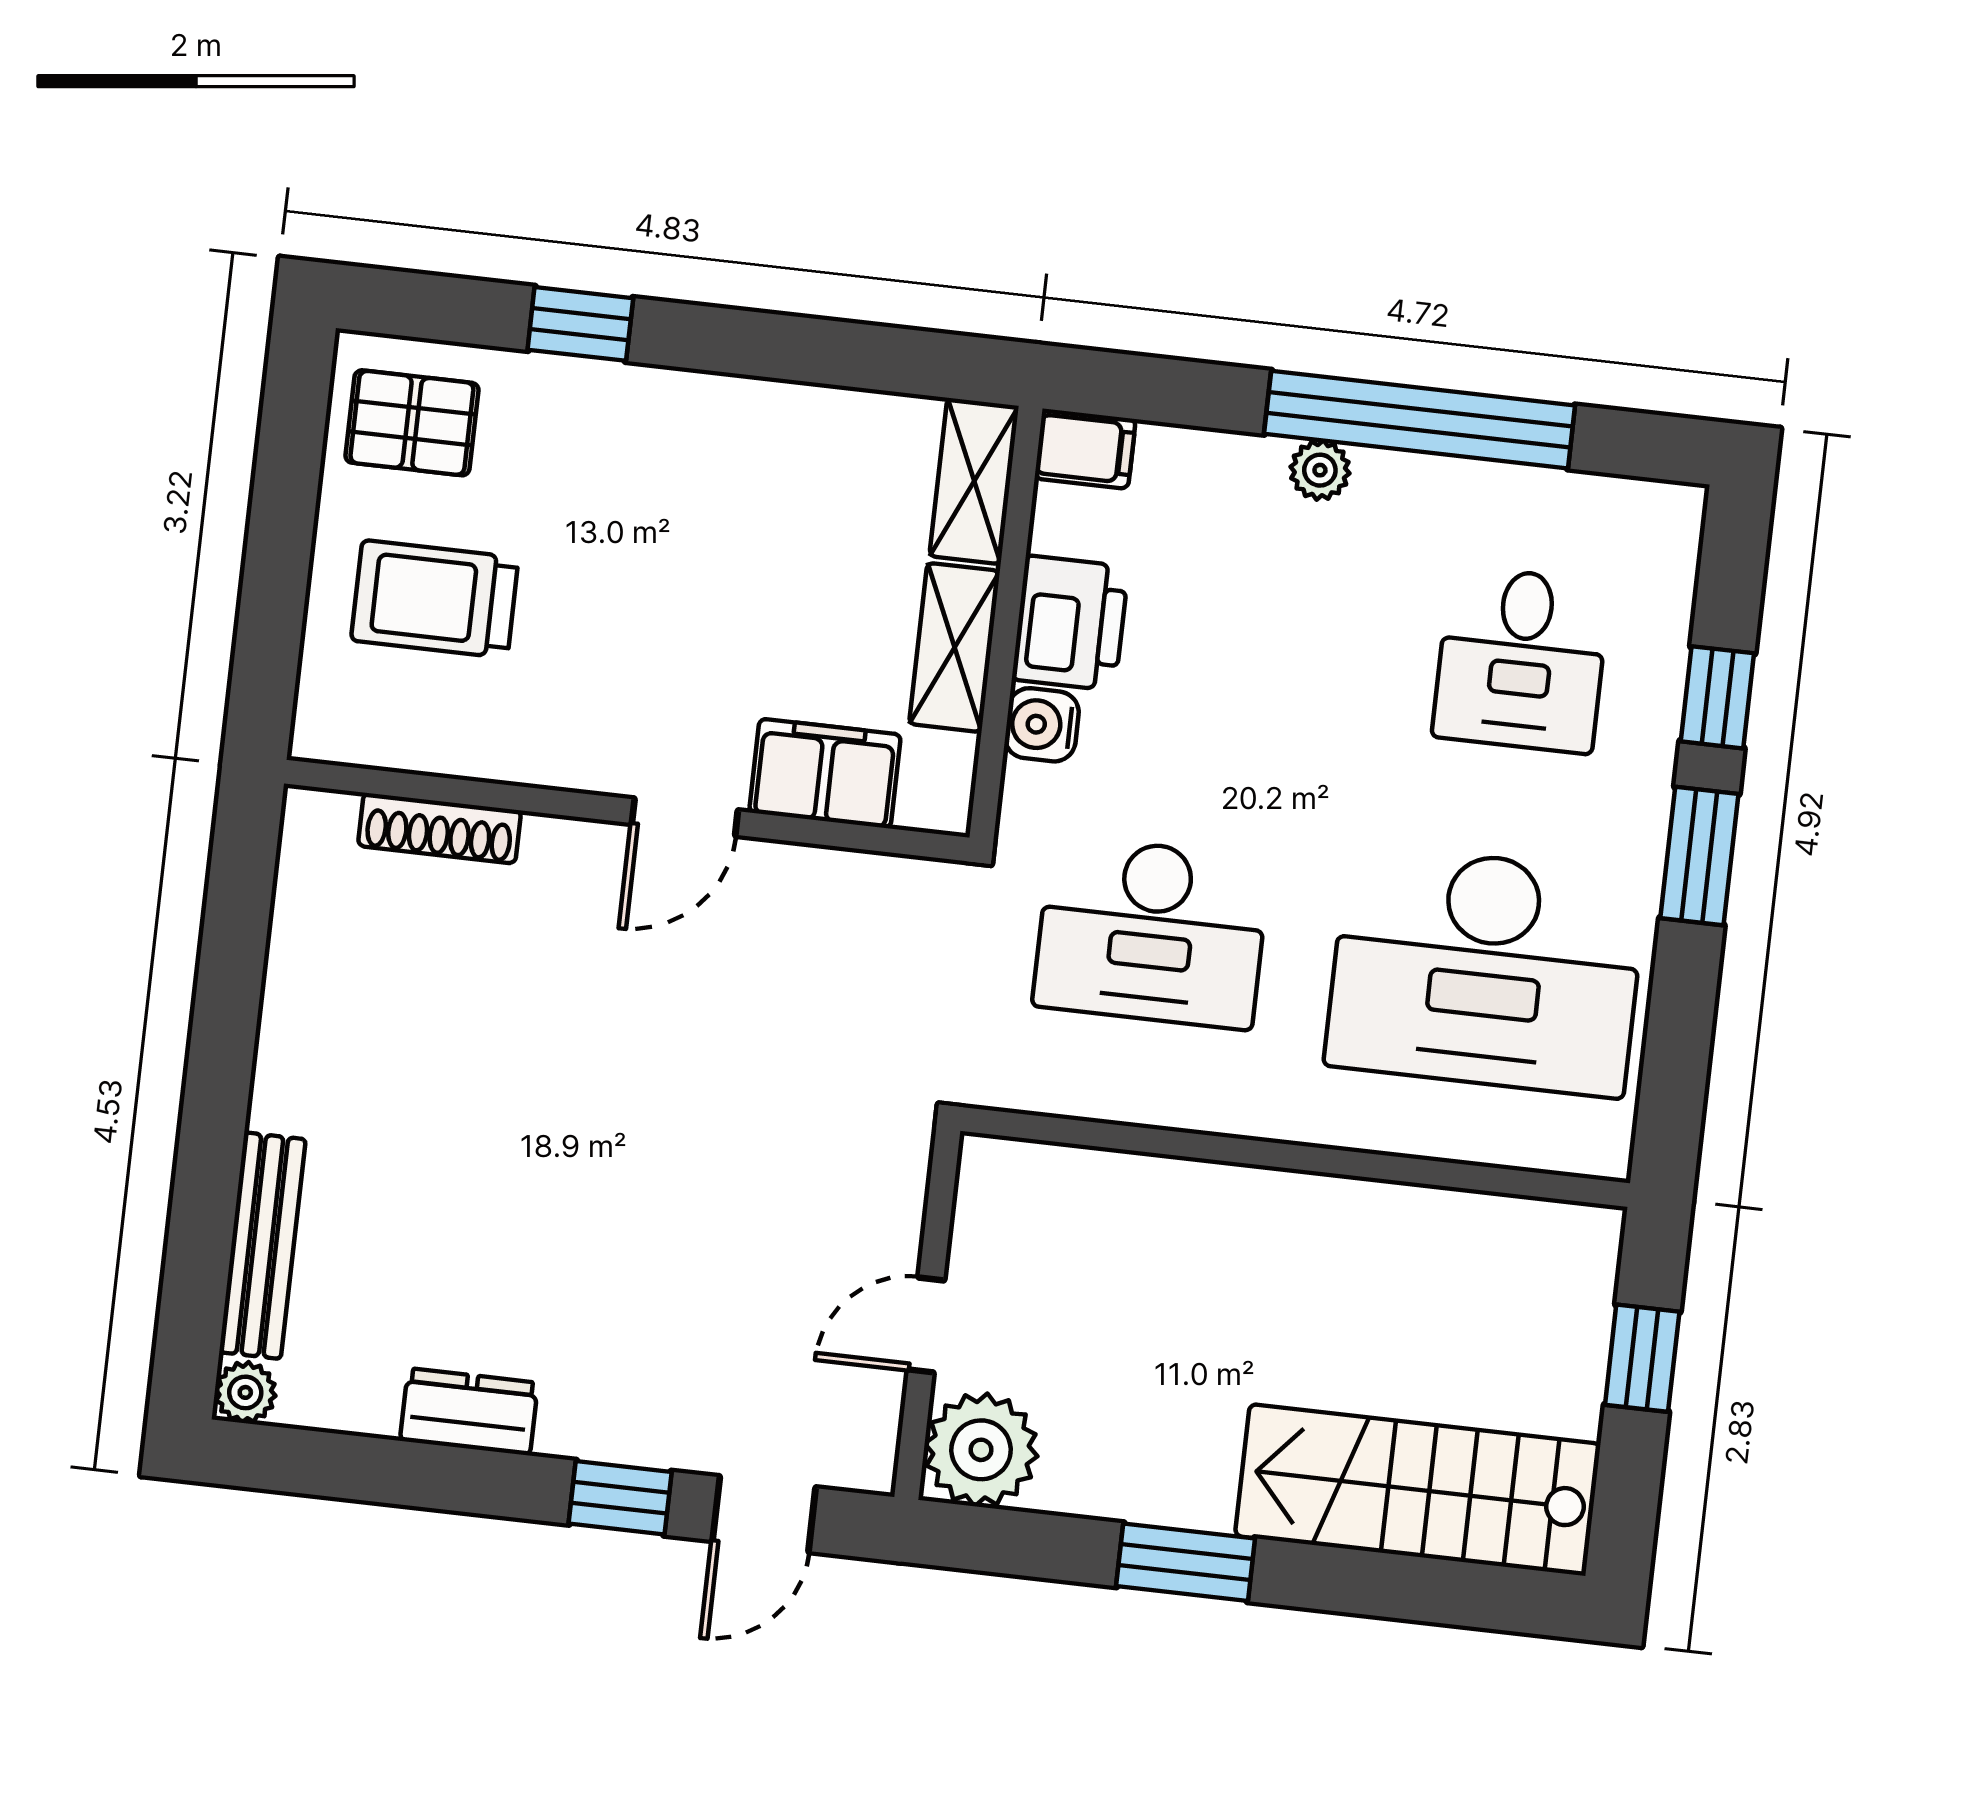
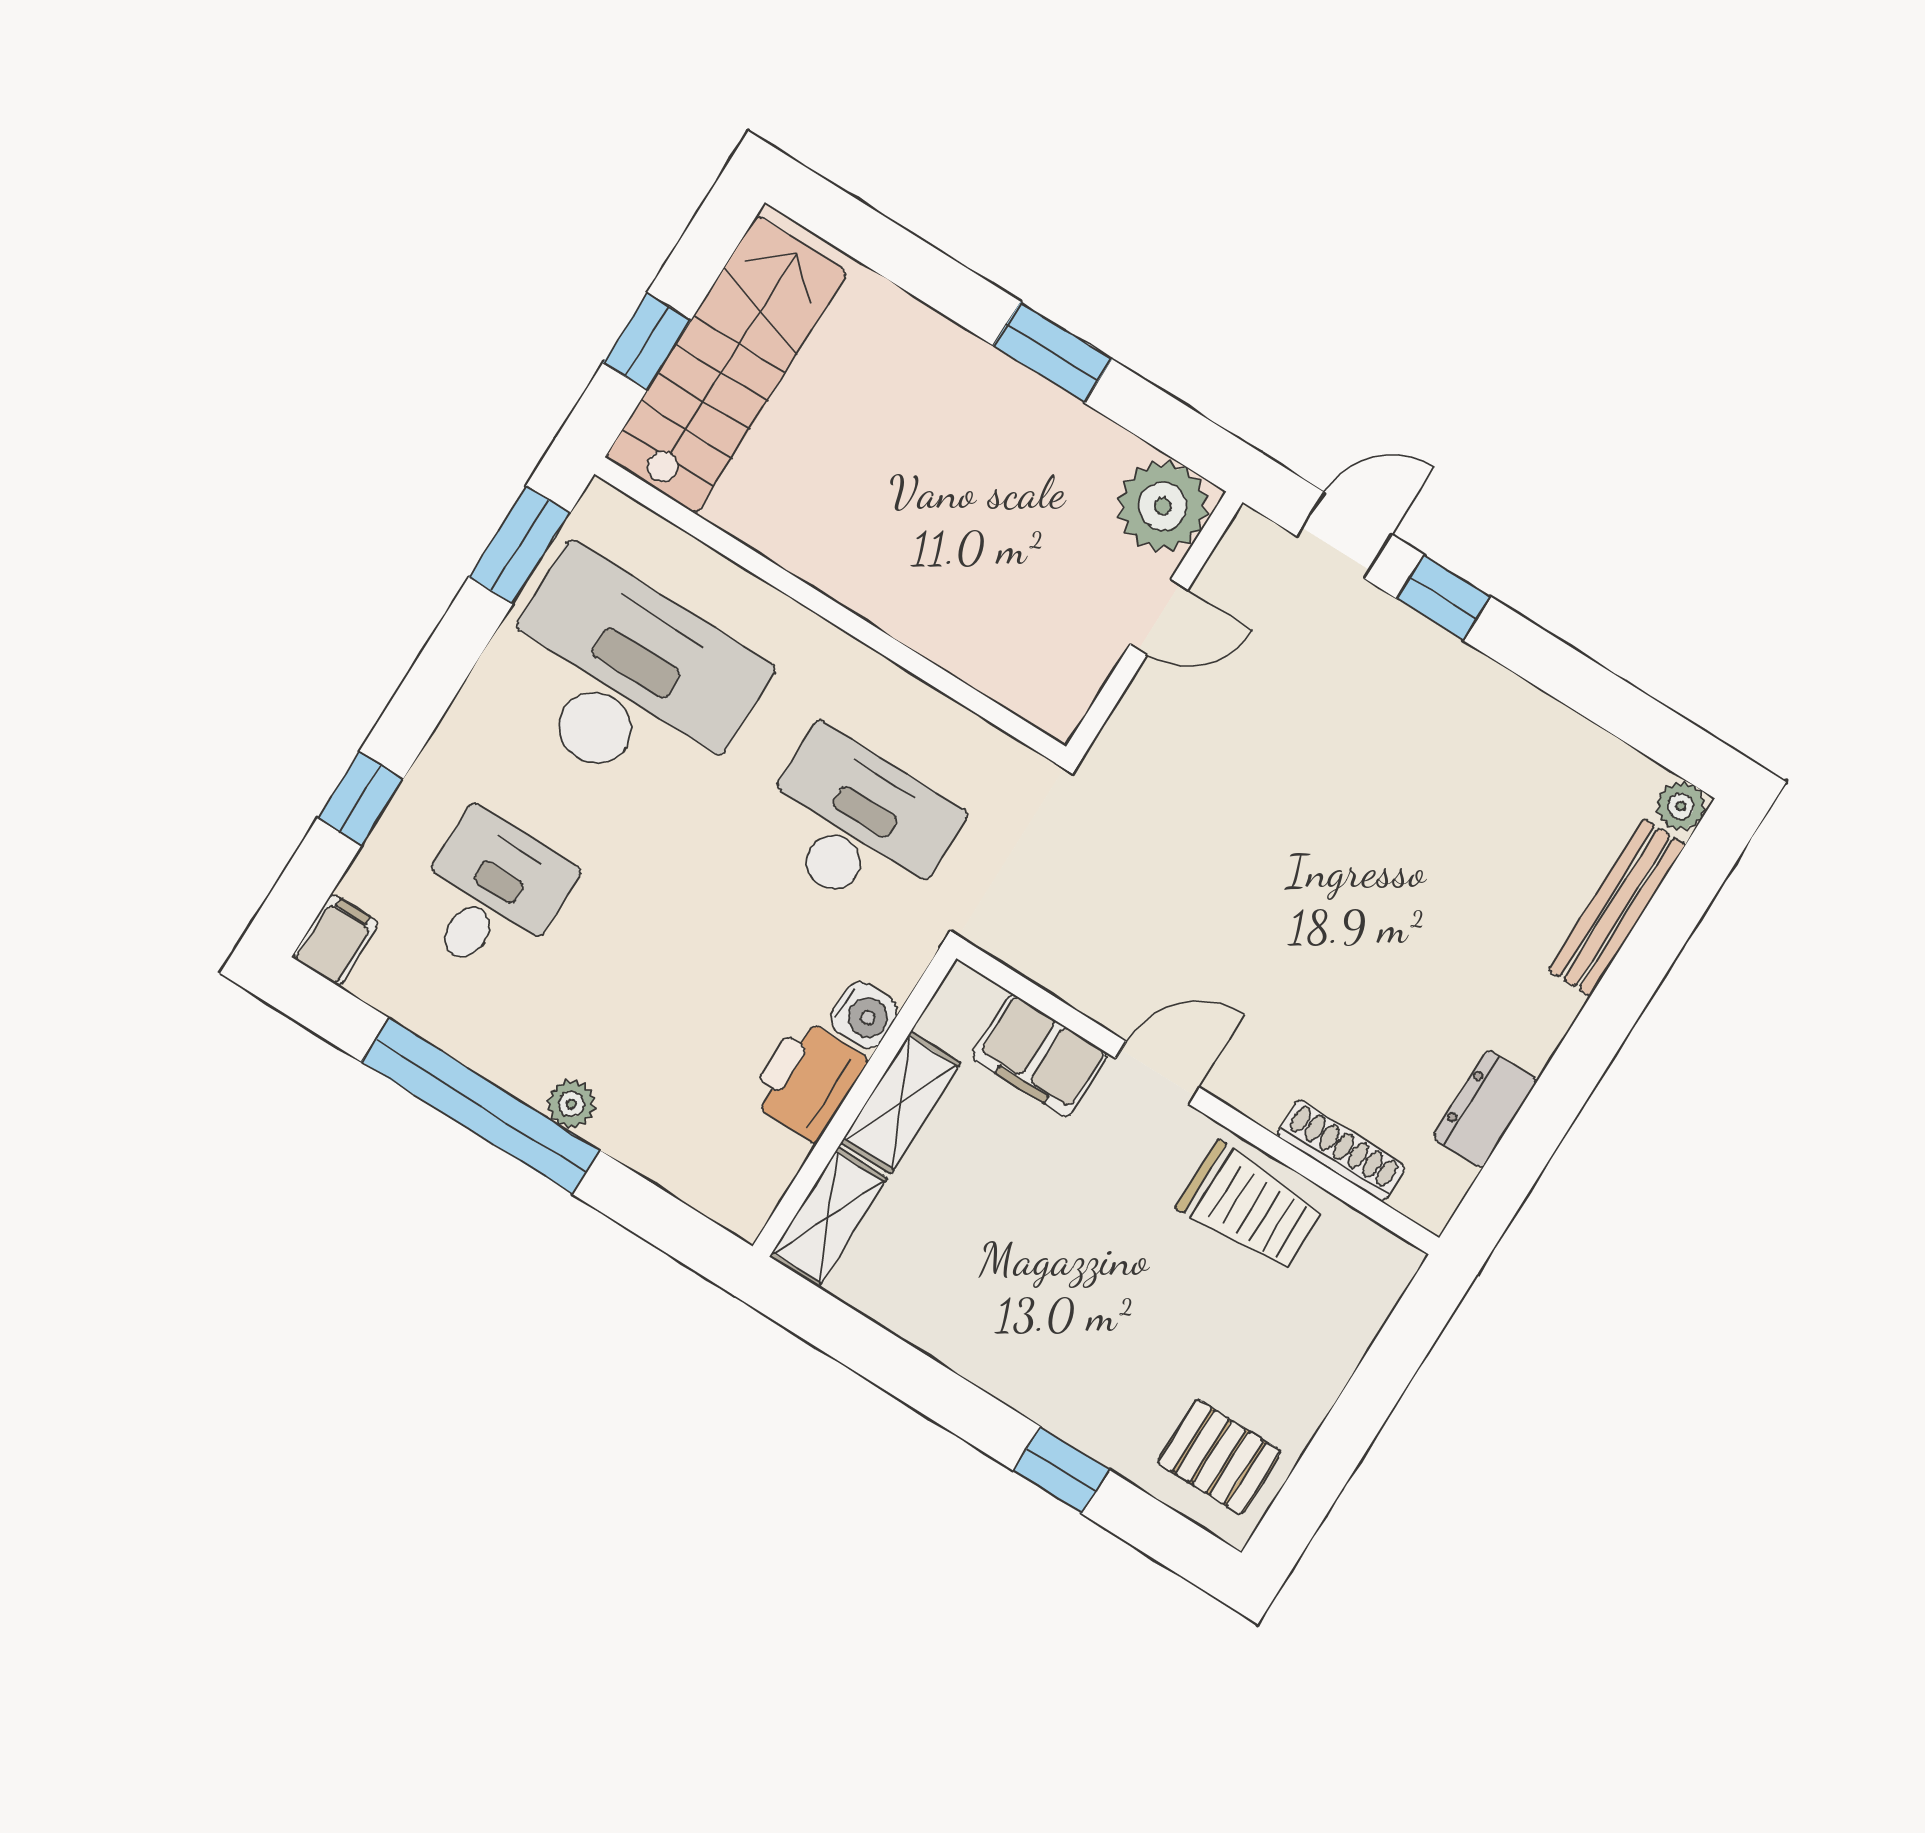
filing cabinet: (1085, 449) -> (336, 940), moved, turned 90
trolley: (435, 599) -> (1250, 1207), moved
window: (1699, 856) -> (519, 545), moved
dresser: (469, 1412) -> (1485, 1109), moved, turned 90
stairs: (1418, 1490) -> (726, 365), moved, turned -90

